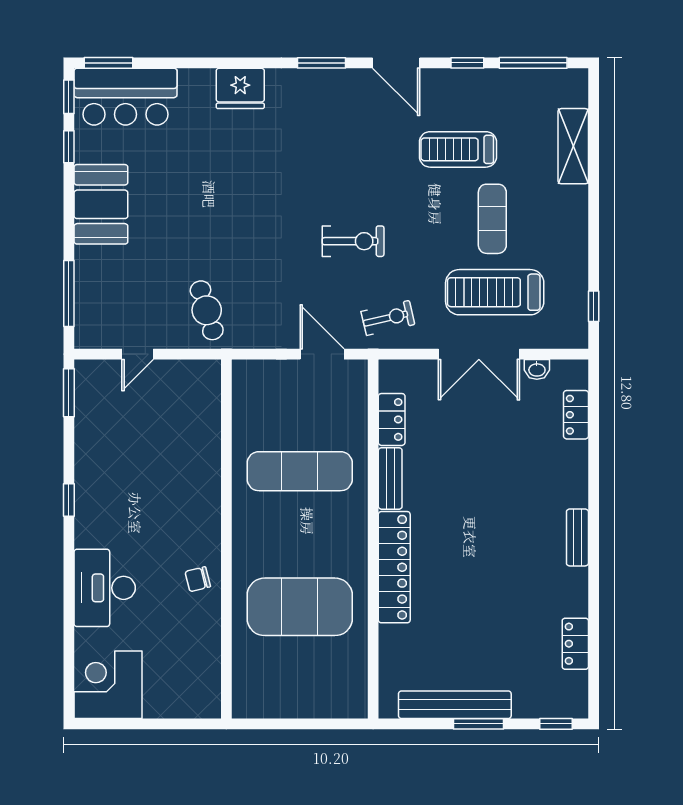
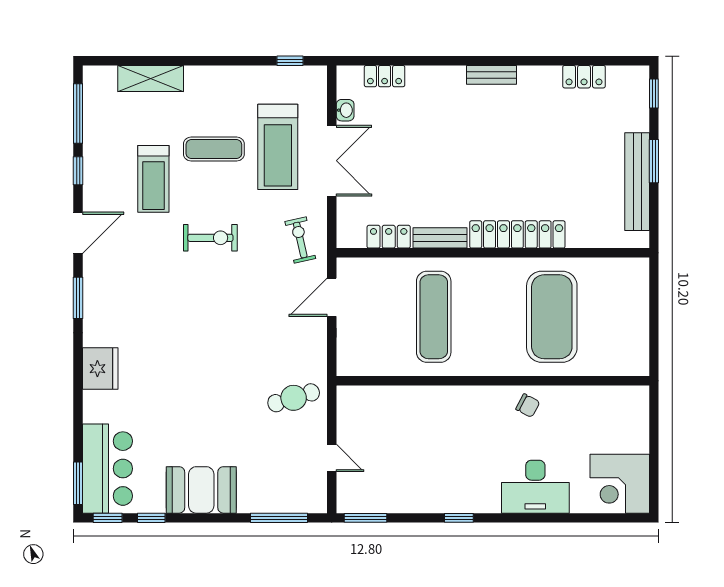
exercise bike: (353, 241) -> (210, 238), moved, turned 90
chair: (198, 579) -> (528, 406), turned -48

